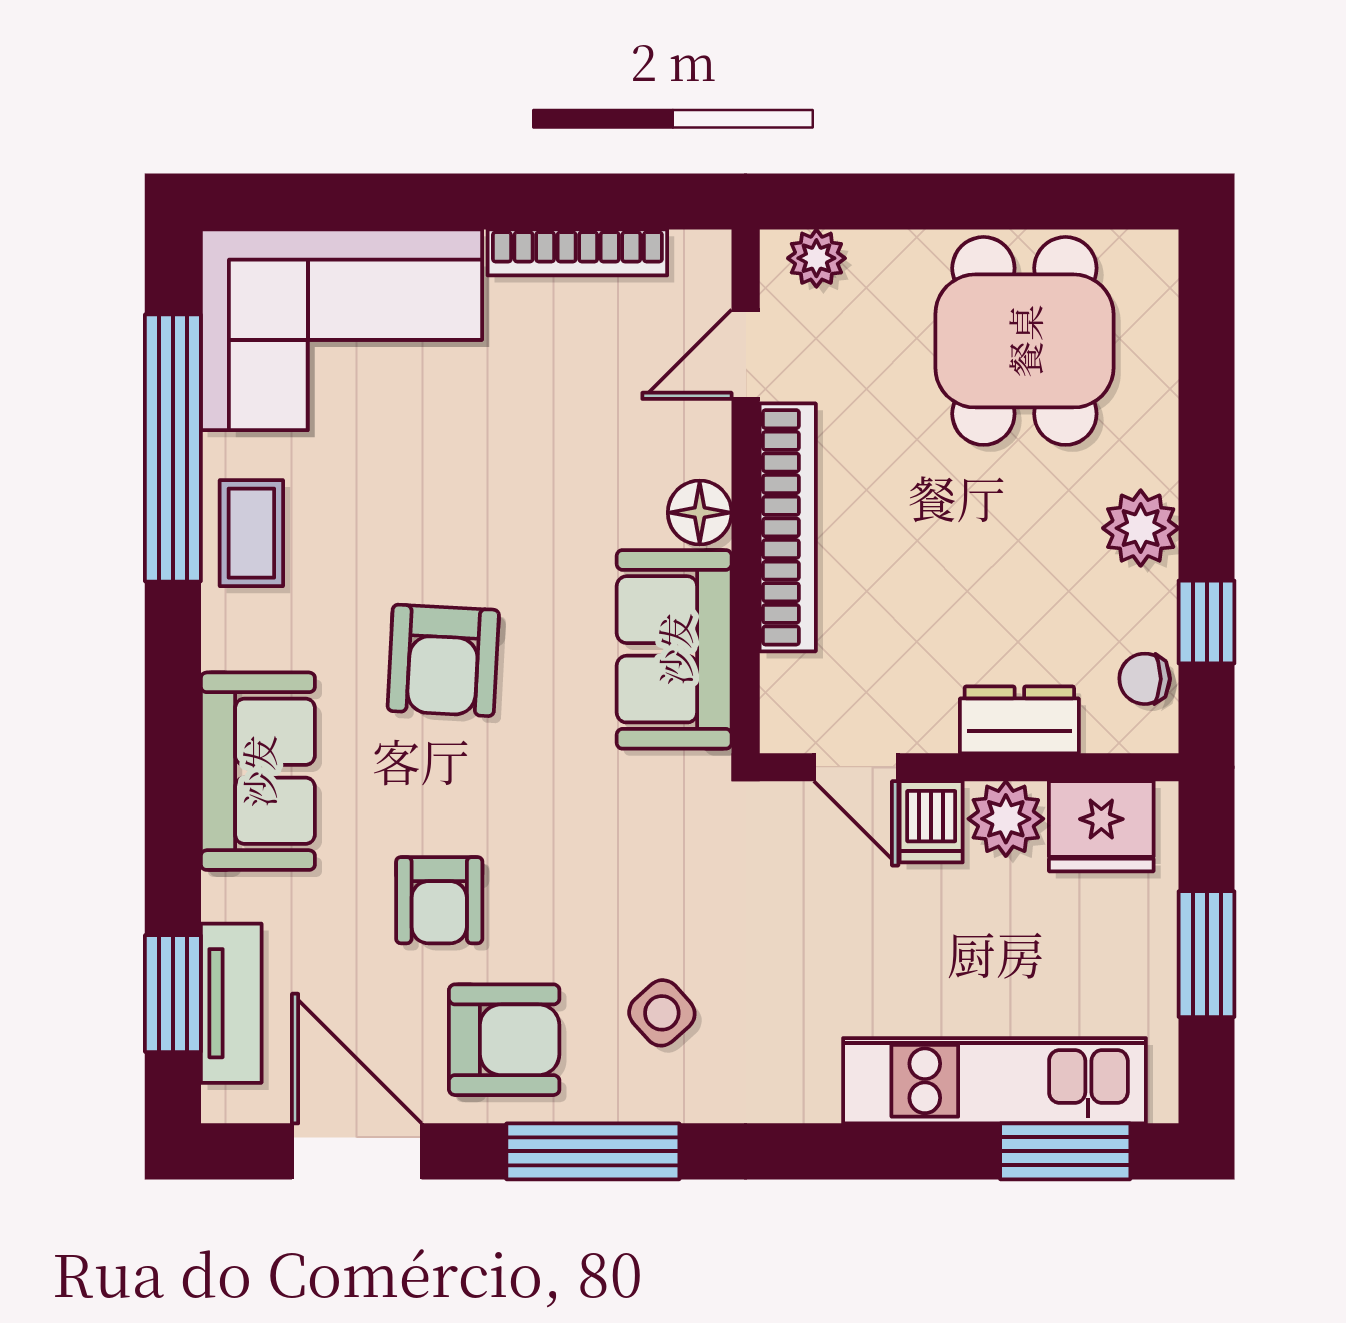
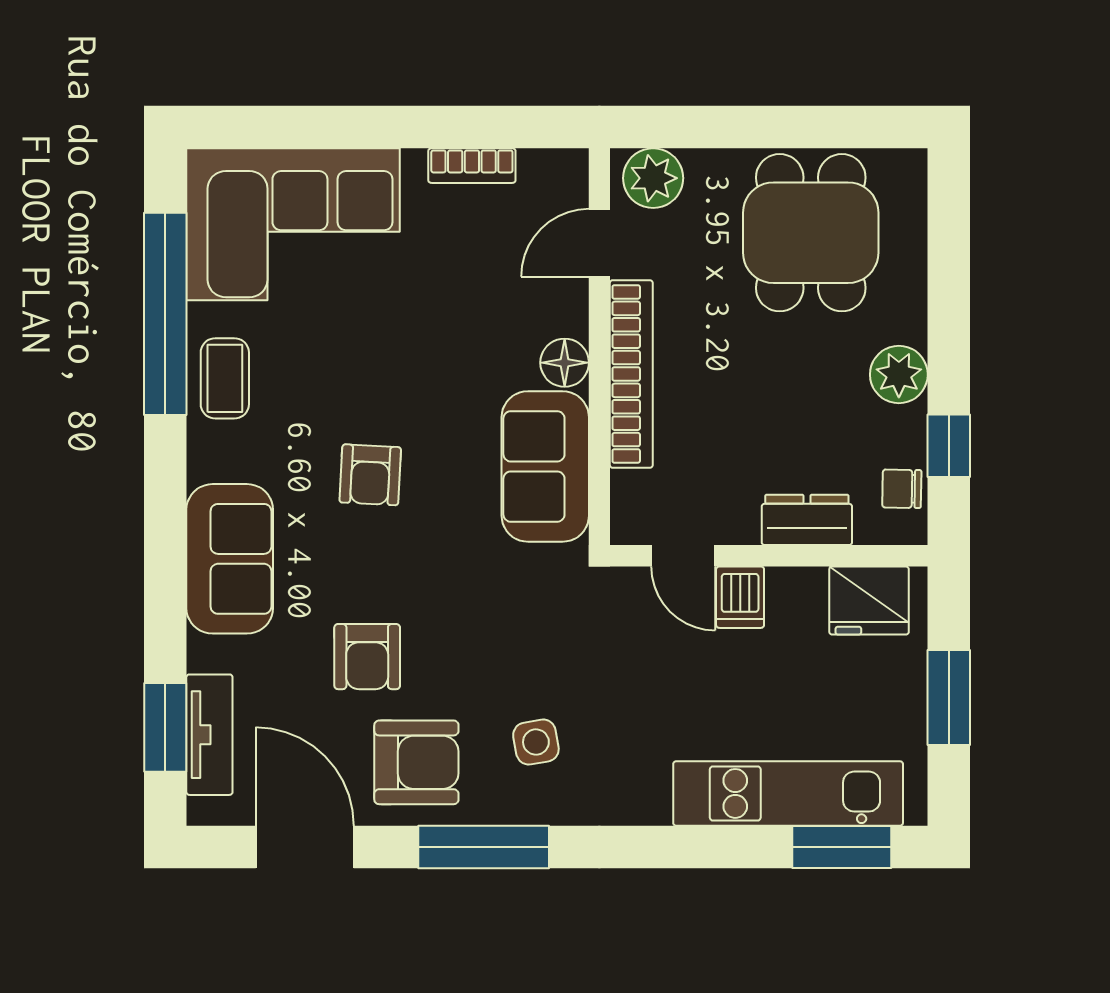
bookcase: (577, 252) -> (472, 166), width x0.64
plant: (816, 258) -> (653, 178), width x1.38, depth x1.38
armchair: (443, 660) -> (370, 475), width x0.72, depth x0.72
plant: (1006, 819) -> (797, 595), removed
side table: (662, 1013) -> (536, 742), turned 32

